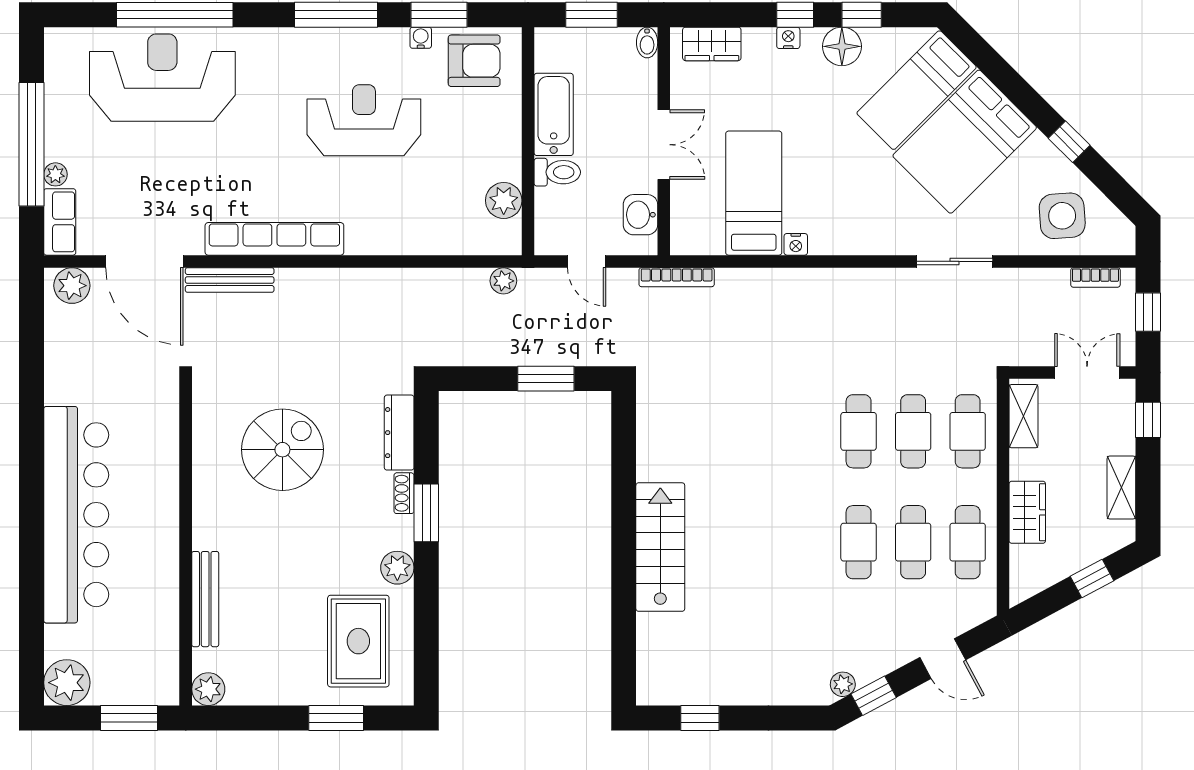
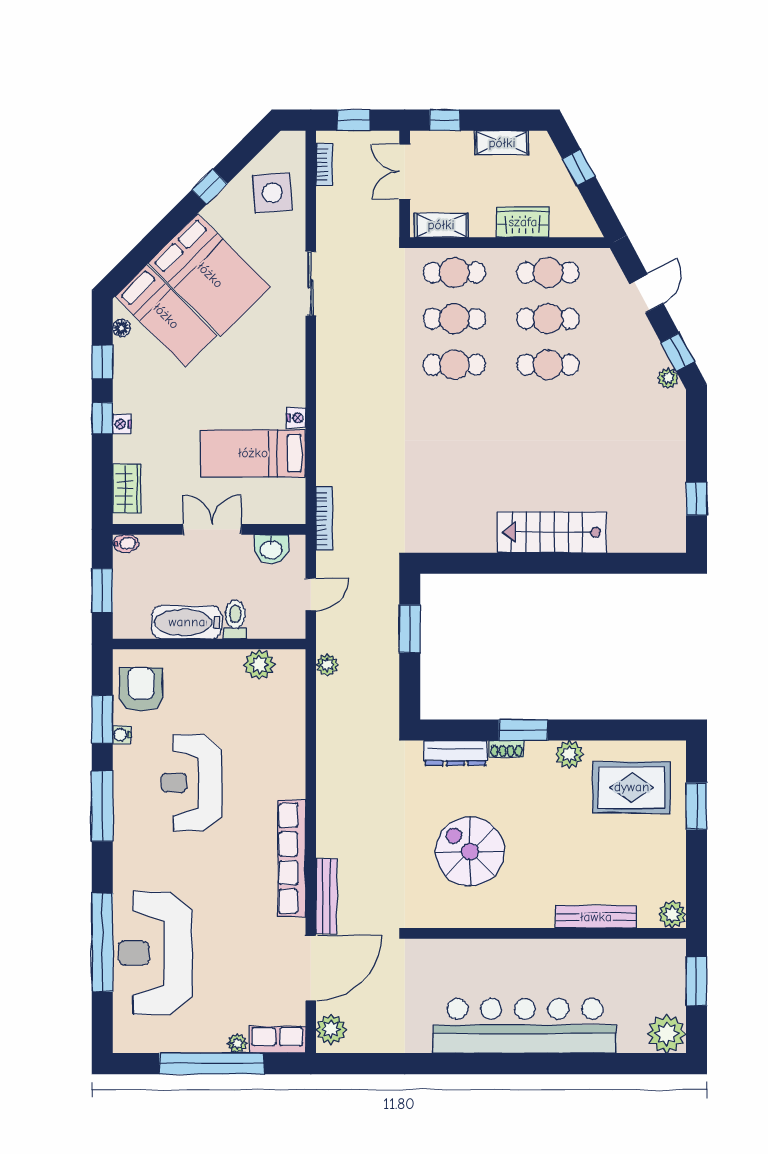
floor lamp: (842, 46) -> (121, 328), moved, width x0.53, depth x0.53

